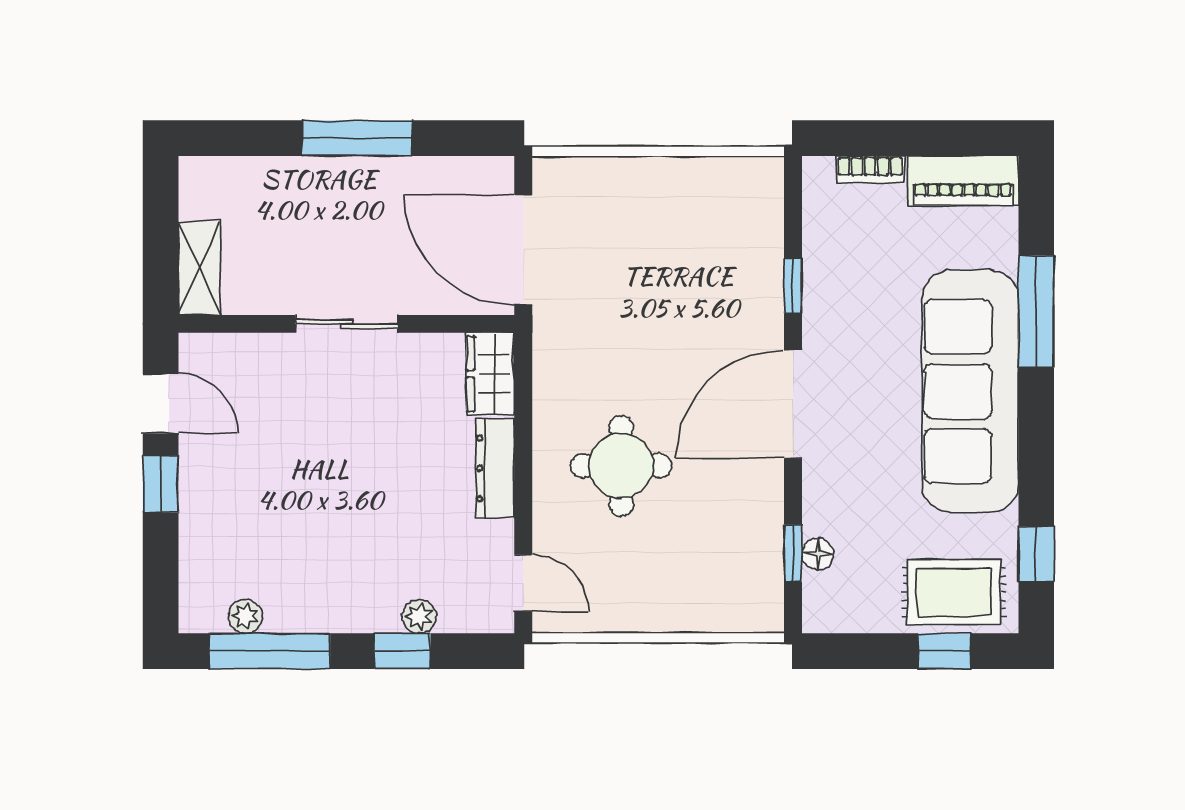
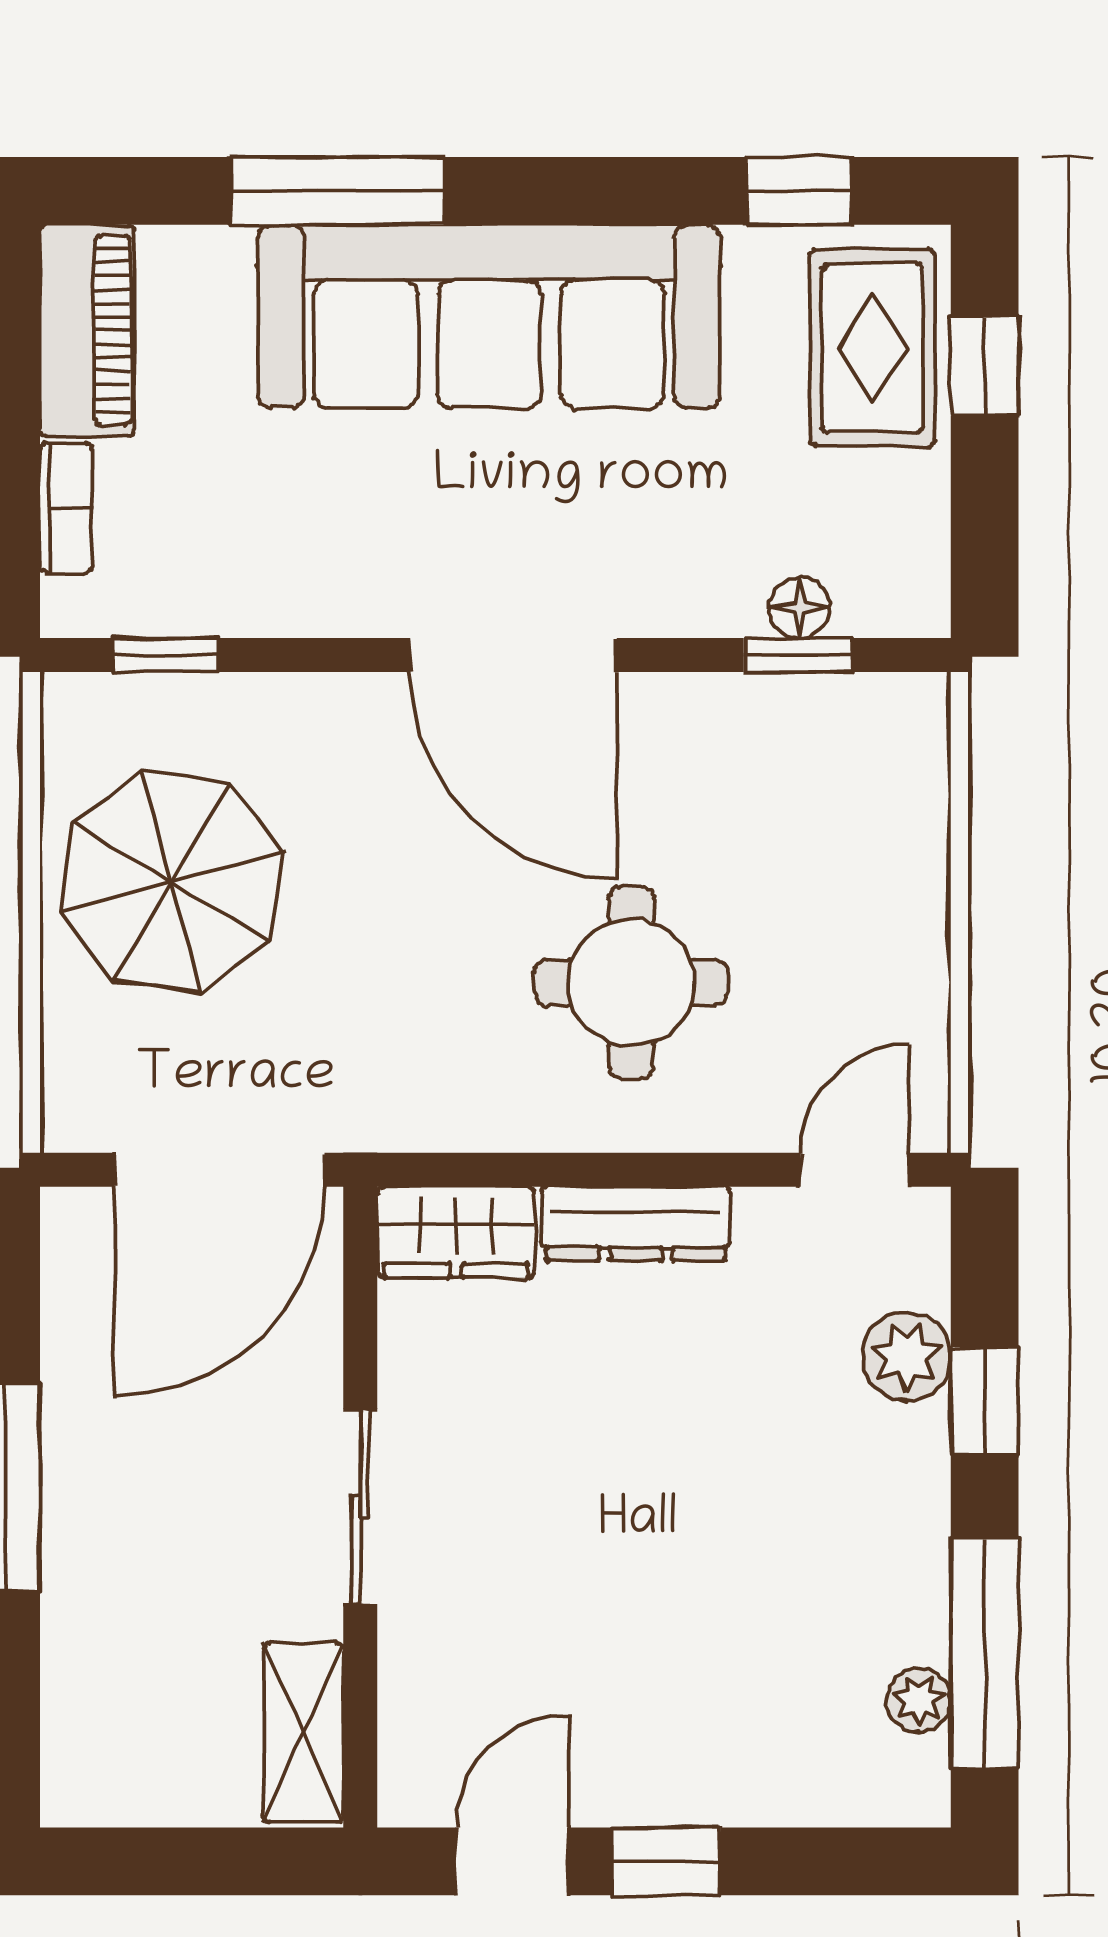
parasol: (674, 225) -> (171, 882), added
shelving: (199, 268) -> (303, 1733), moved, turned 90
window: (793, 286) -> (165, 655), moved
plant: (419, 616) -> (907, 1356), width x1.38, depth x1.38

